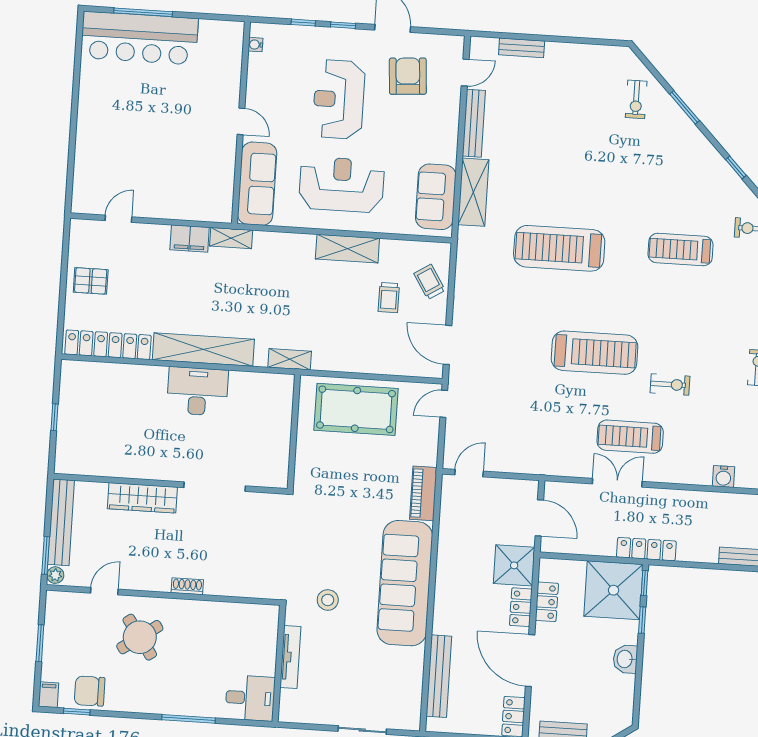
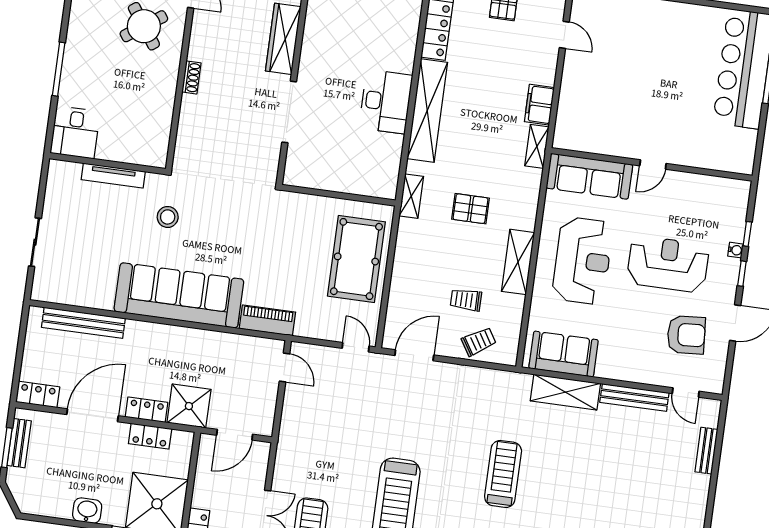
water cooler: (256, 45) -> (735, 250), moved, turned 90
treadmill: (559, 248) -> (503, 474), width x0.73, depth x0.73
pallet: (298, 300) -> (471, 209), added

